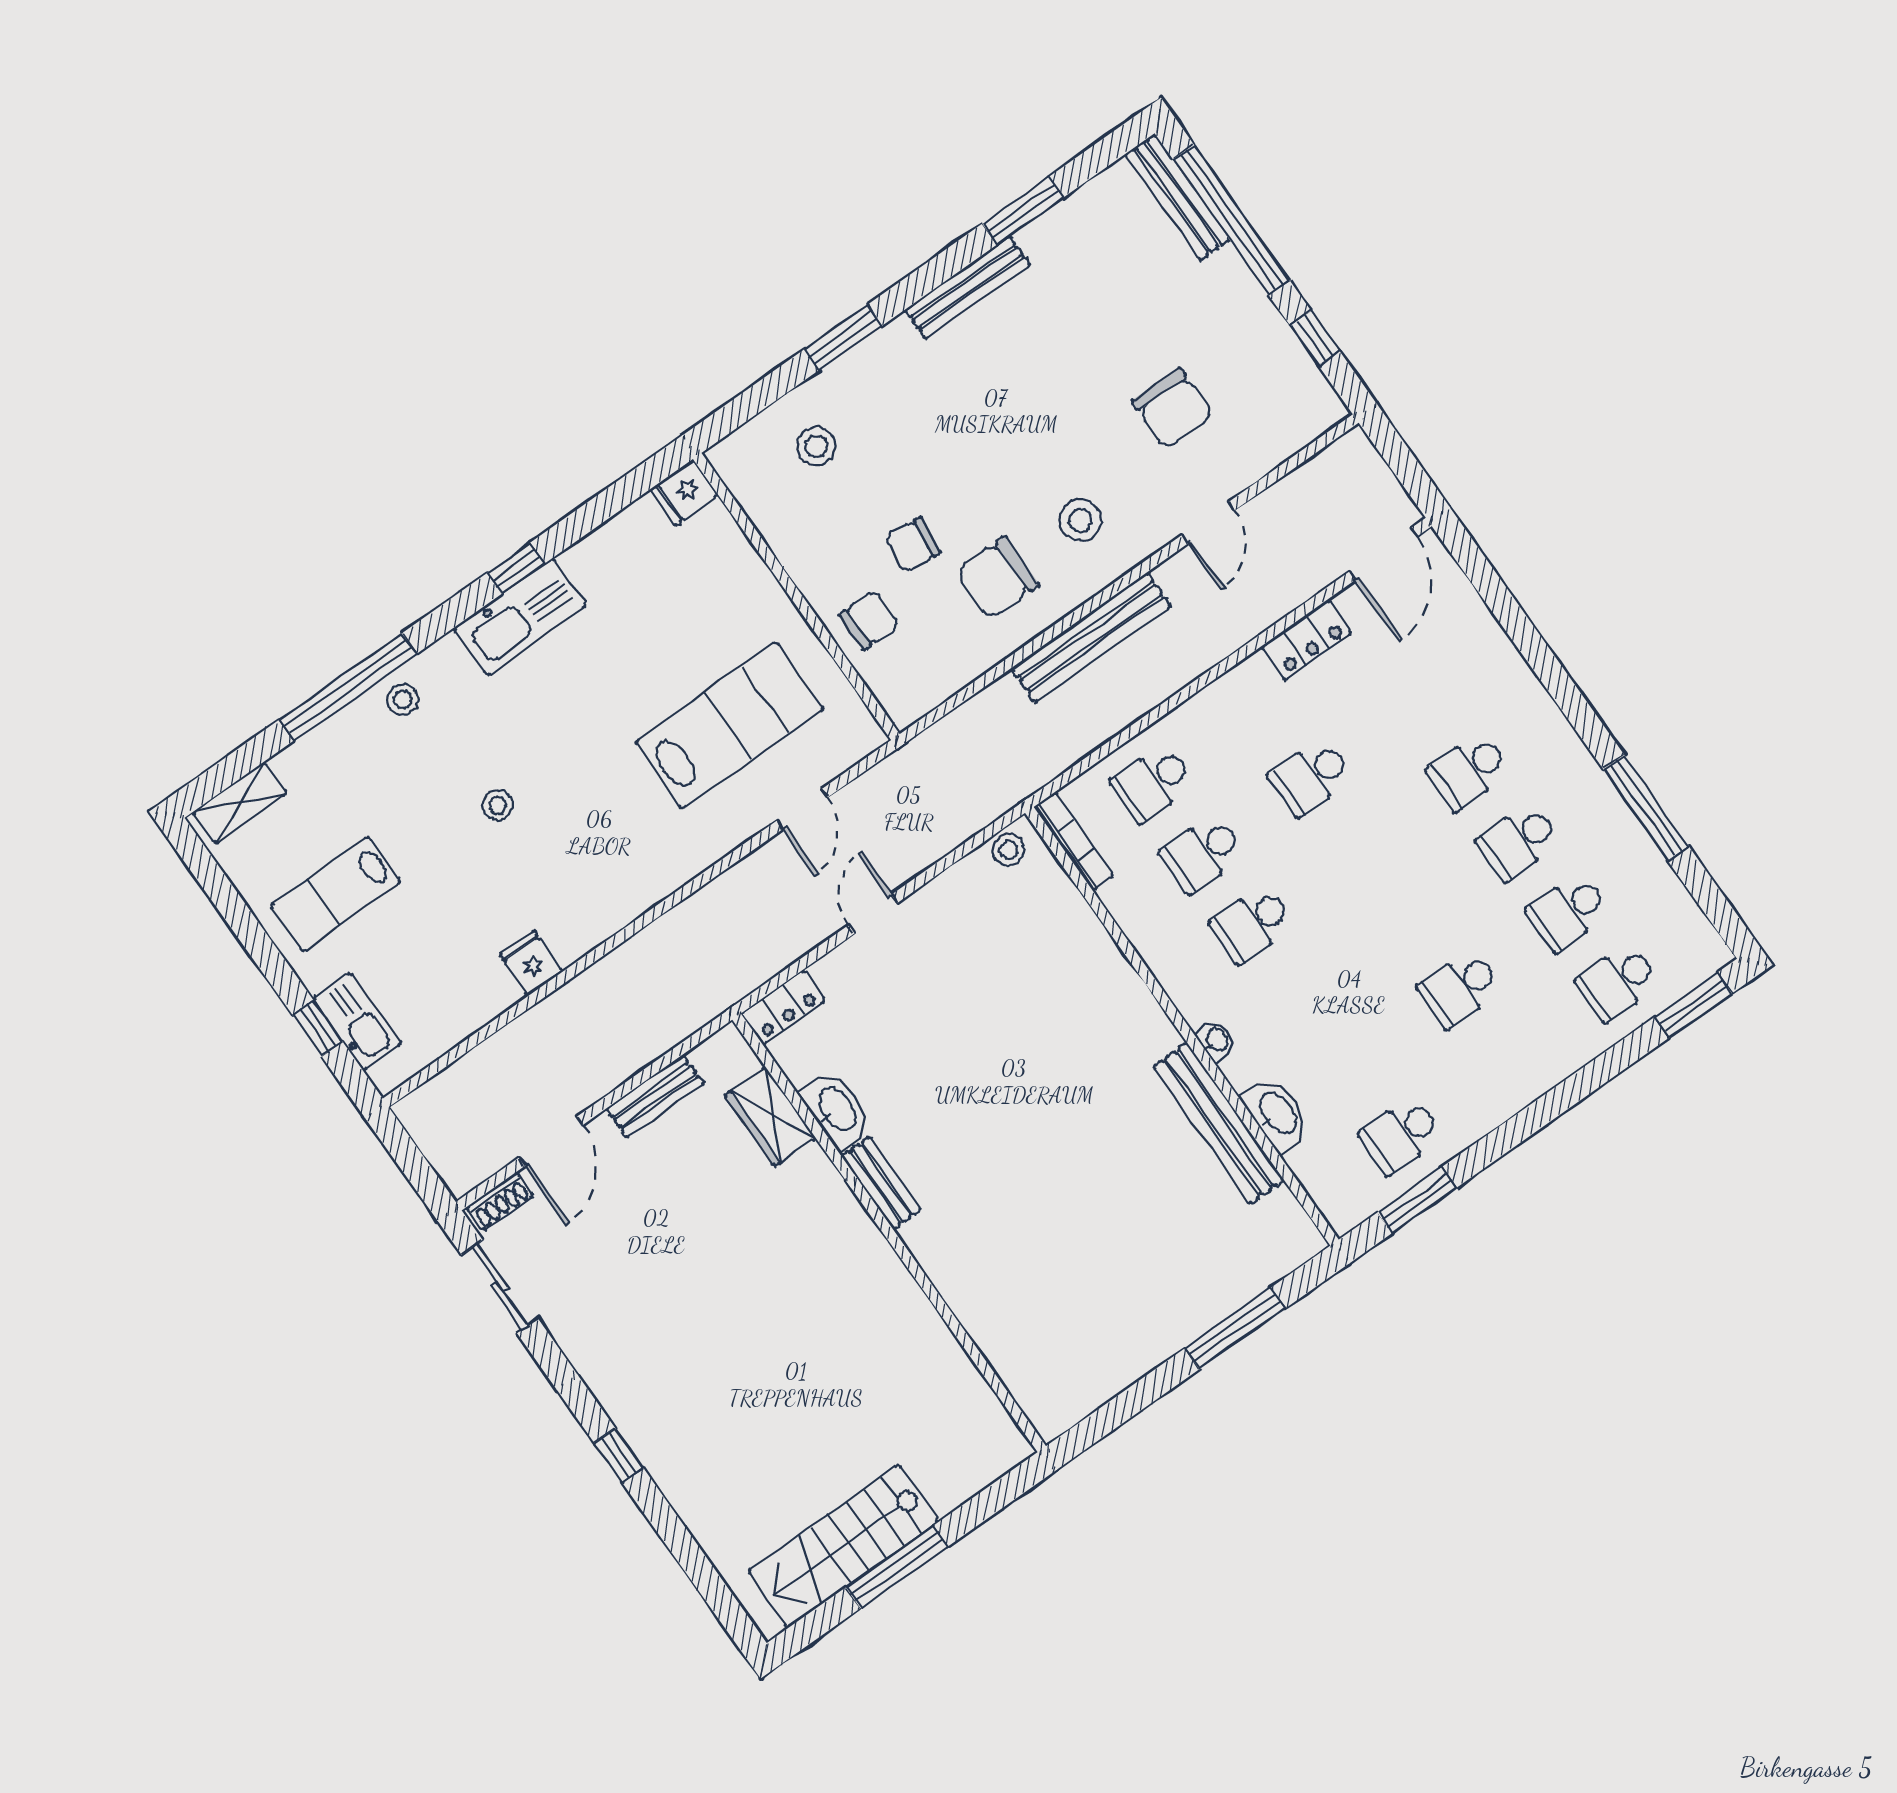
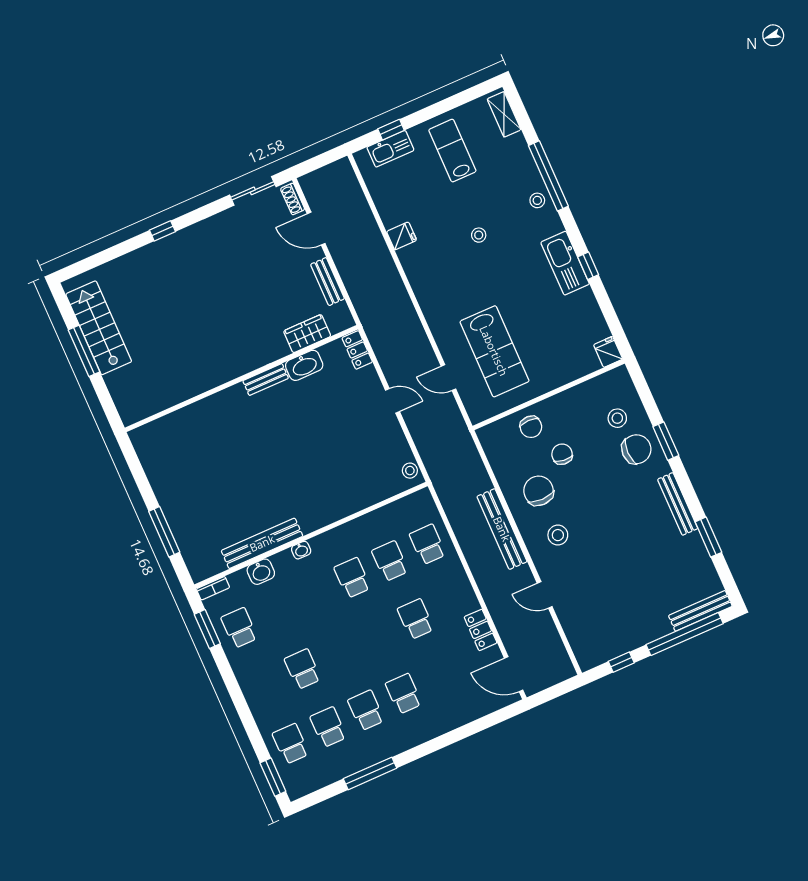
chair: (1173, 409) -> (636, 449), moved, turned 180
bookcase: (1074, 841) -> (213, 588), moved, width x0.64
washbasin: (1277, 1114) -> (261, 572), width x0.72

